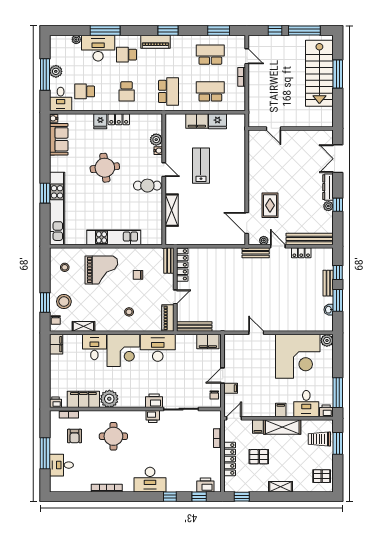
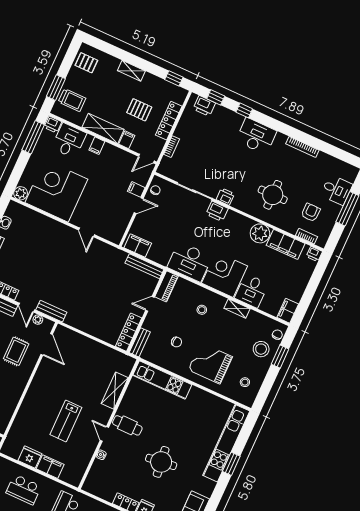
plant: (156, 140) -> (98, 467), removed
kitchen unit: (114, 237) -> (162, 380), moved
shelving: (83, 326) -> (237, 309), moved

